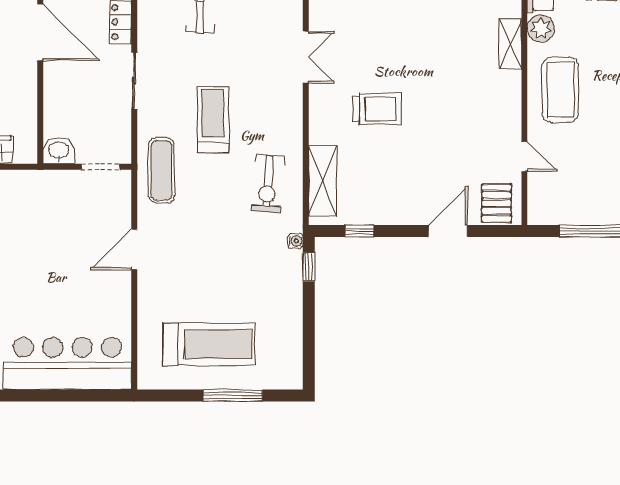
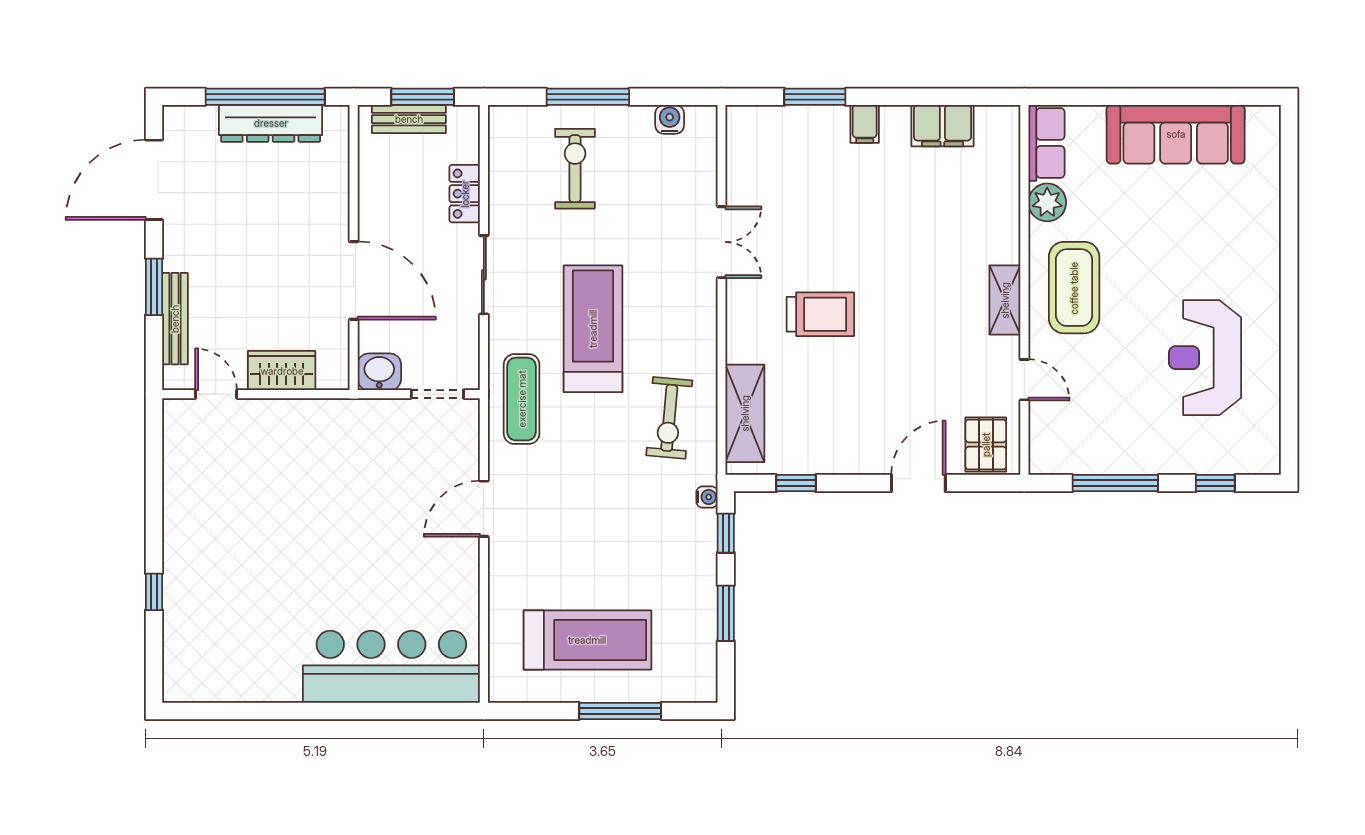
door: (40, 32) -> (354, 280), moved
shelving: (510, 44) -> (1005, 300), moved
treadmill: (213, 120) -> (593, 329), width x1.37, depth x1.38
window: (309, 325) -> (726, 613), added

